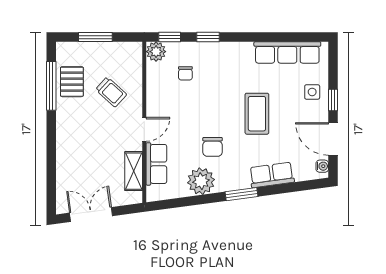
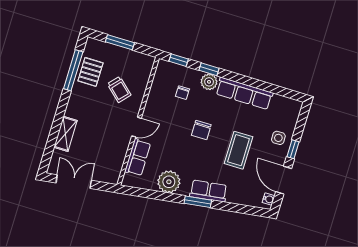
plant: (156, 52) -> (209, 82), moved
row of seats: (287, 52) -> (244, 93), moved
coffee table: (257, 114) -> (239, 150), moved
chair: (213, 147) -> (201, 130), moved
shelving: (134, 171) -> (65, 134), moved
row of seats: (272, 175) -> (208, 191), moved

